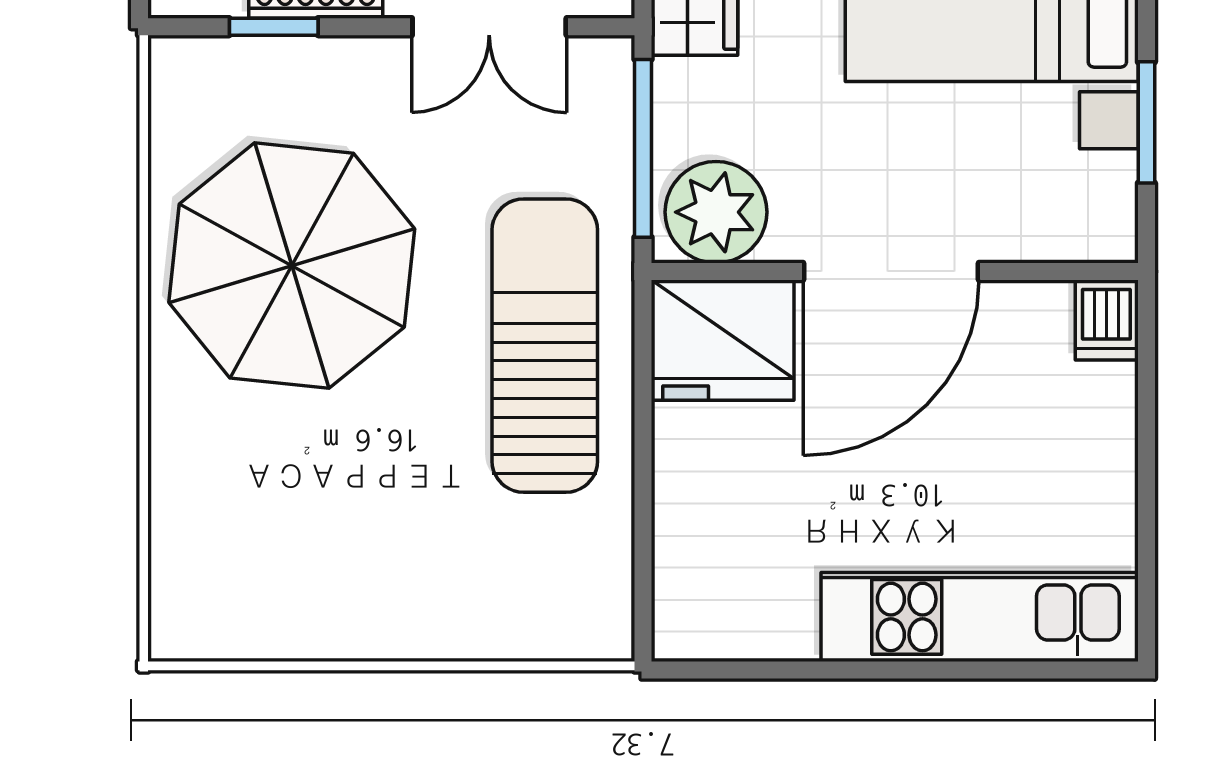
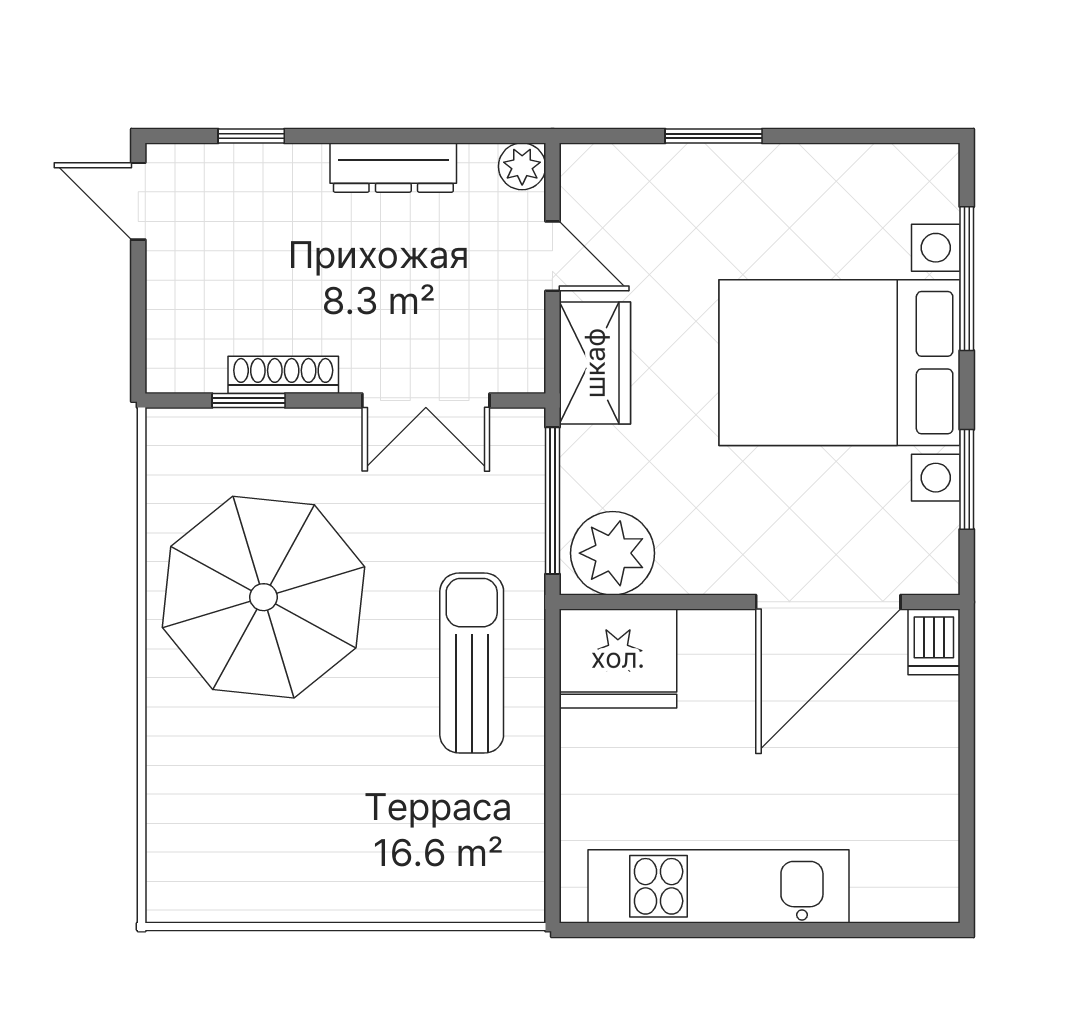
door: (891, 271) -> (828, 602), moved
sun lounger: (545, 346) -> (472, 663), width x0.73, depth x0.75
kitchen unit: (980, 617) -> (719, 886), moved

